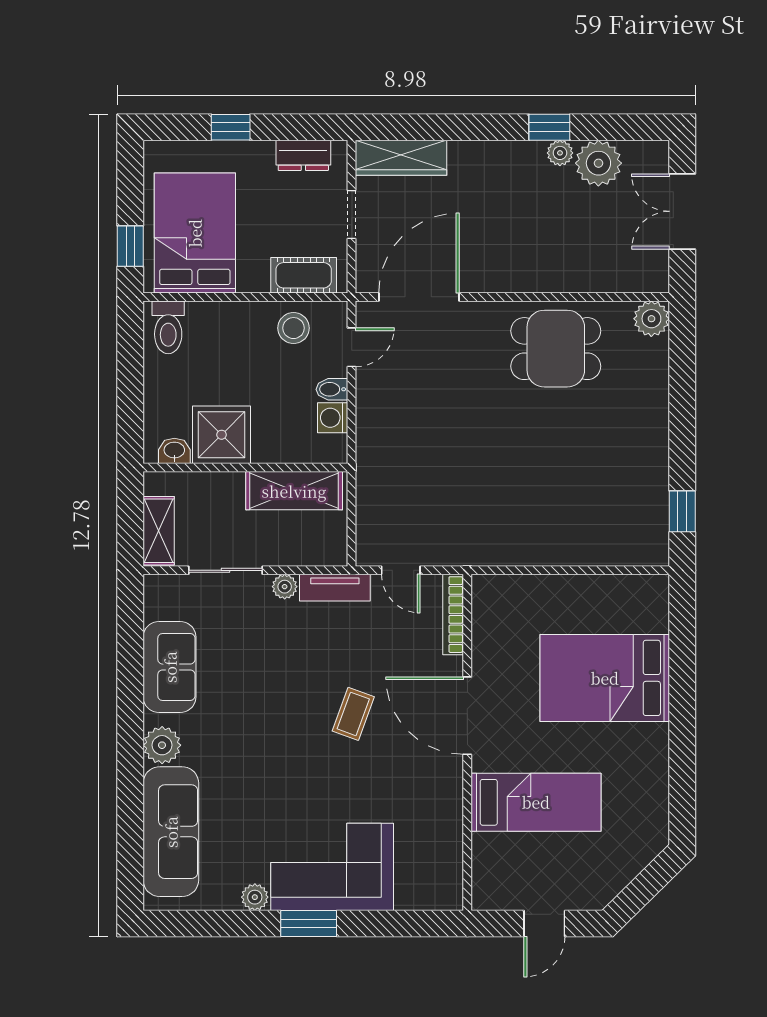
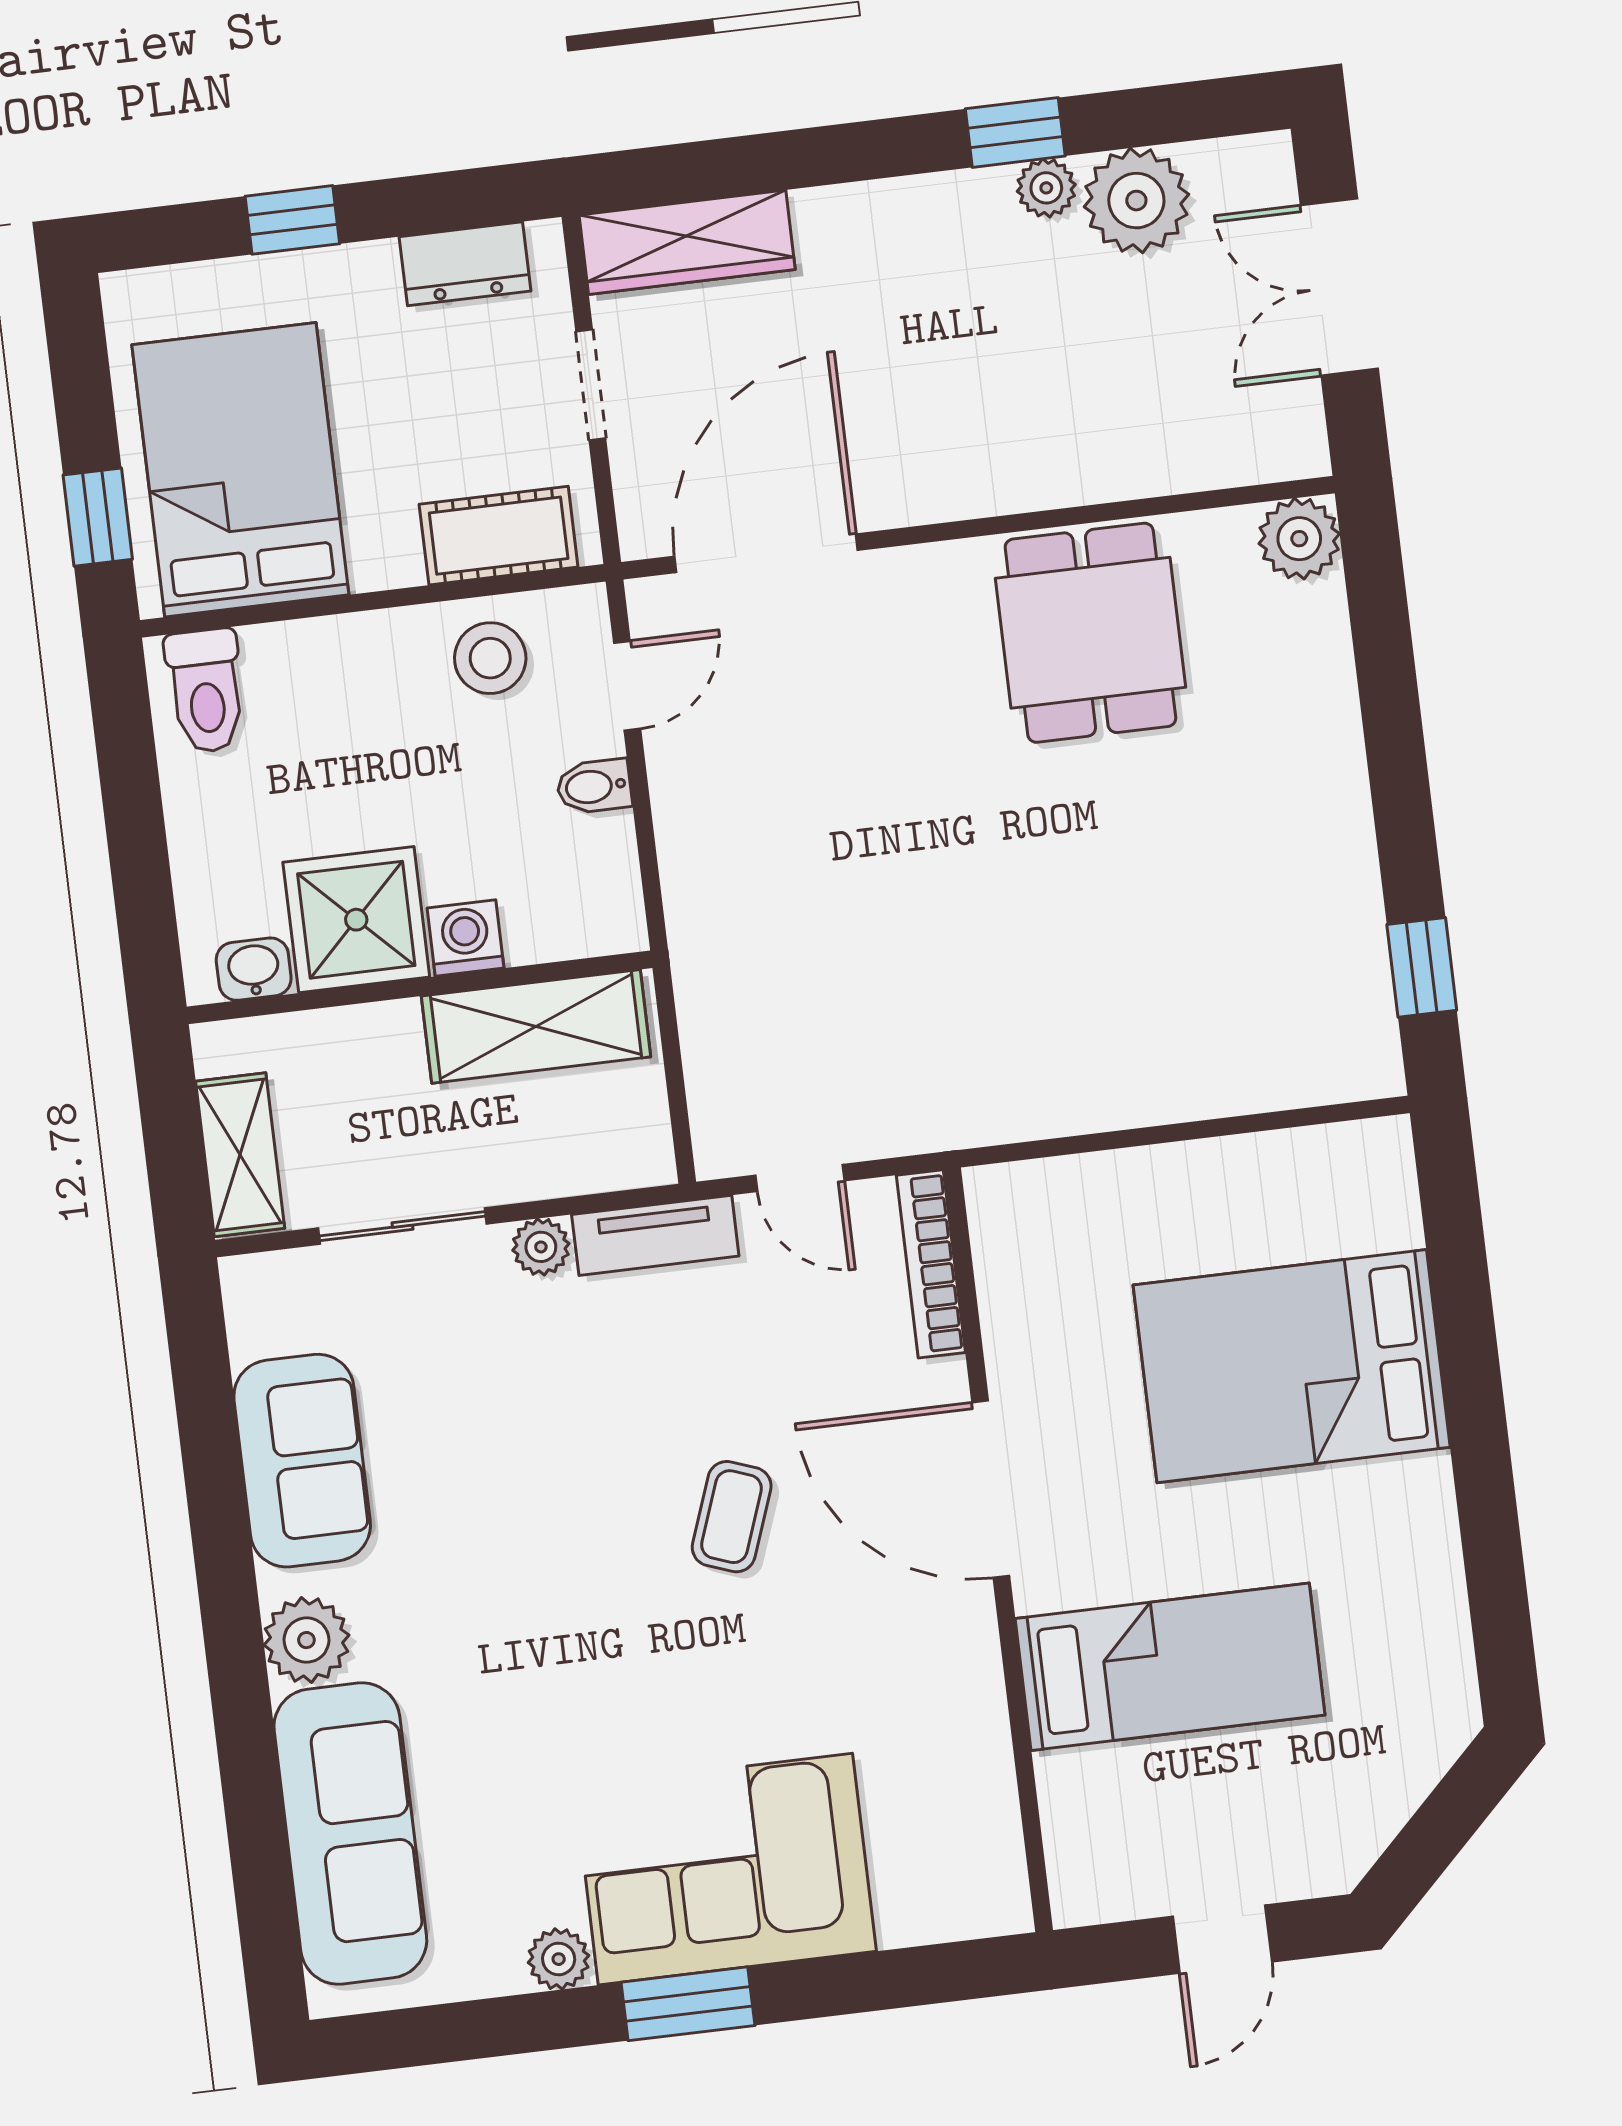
dining table: (556, 349) -> (1090, 633), turned 90
washing machine: (333, 418) -> (466, 938), moved, turned 90

